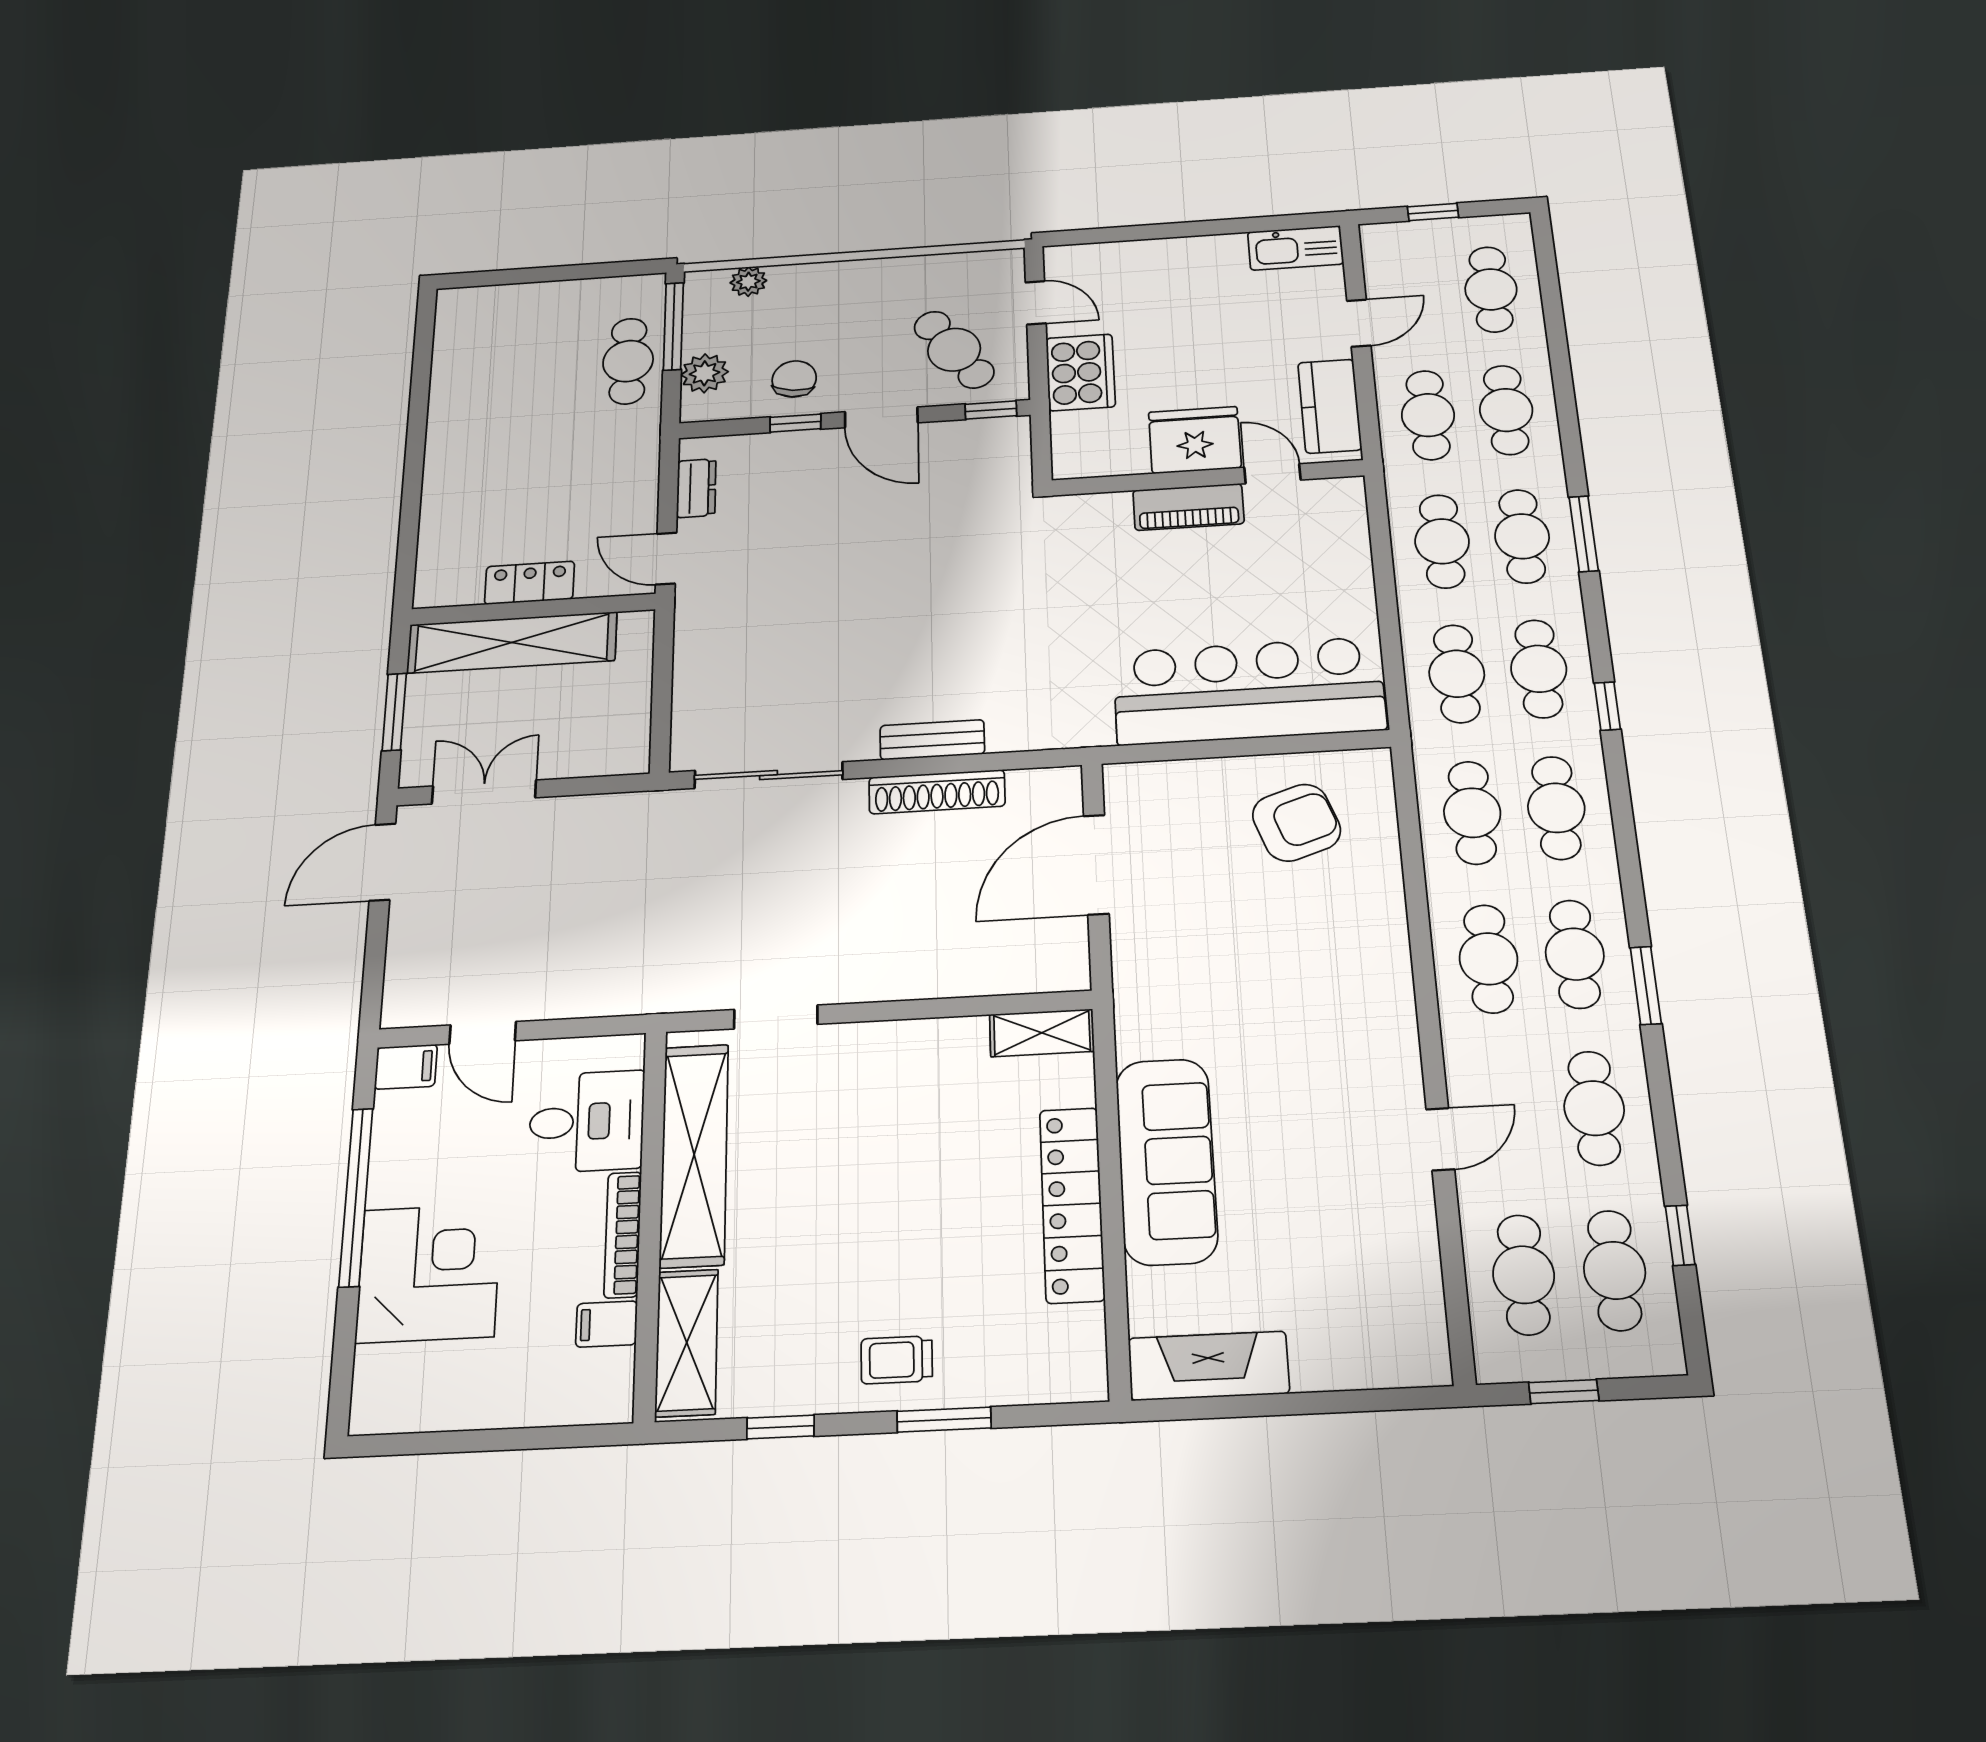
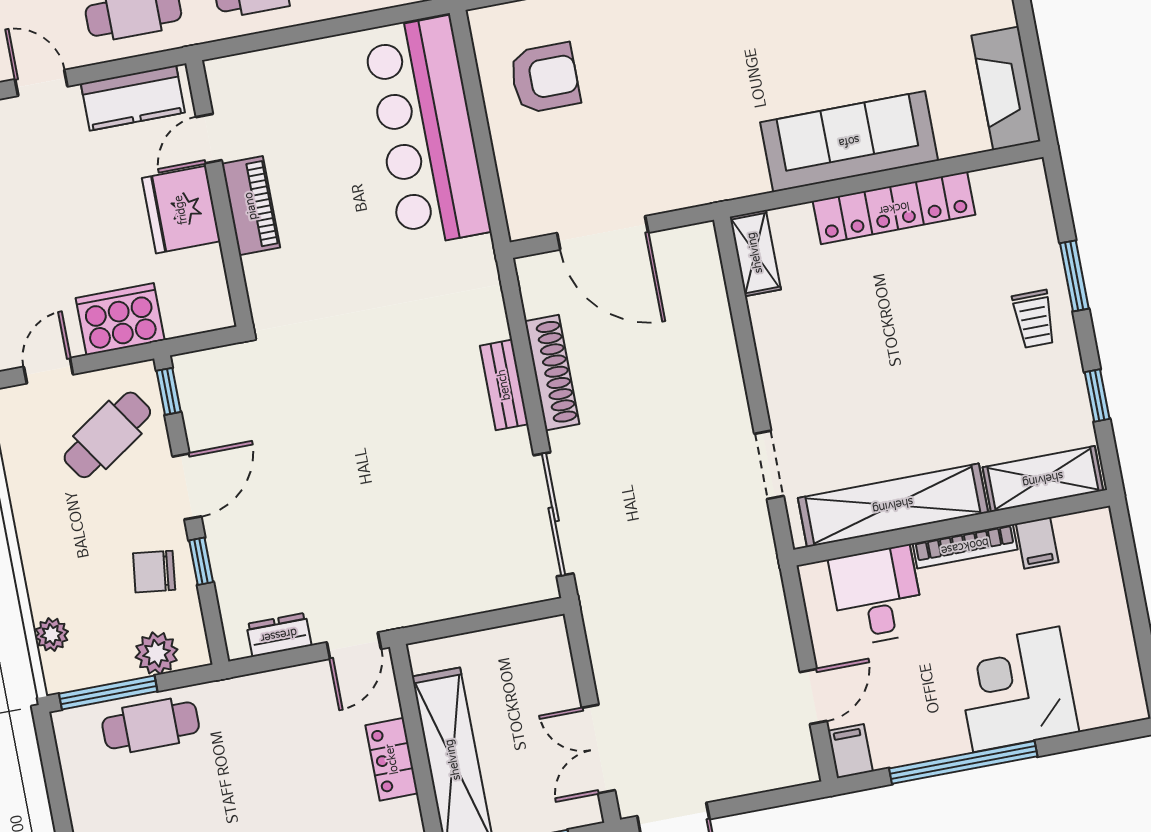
armchair: (1296, 823) -> (545, 78), turned 109

